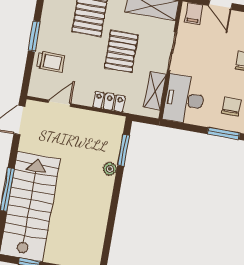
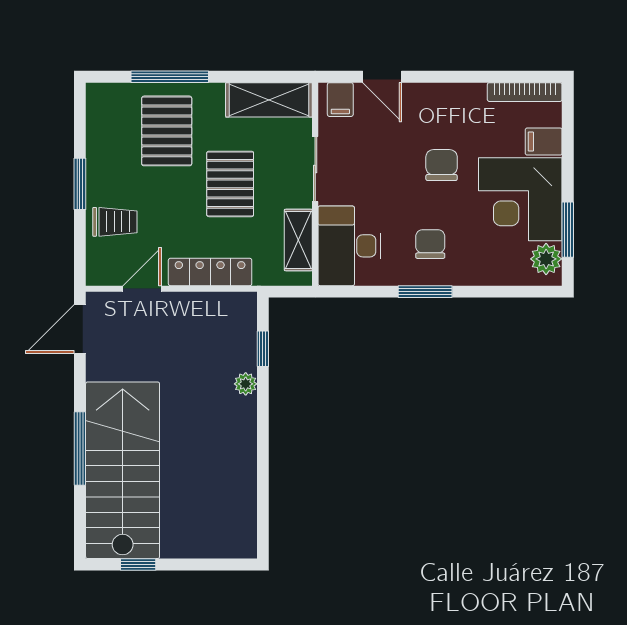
locker: (109, 102) -> (210, 272), width x1.53
window: (124, 150) -> (263, 349), width x0.67

